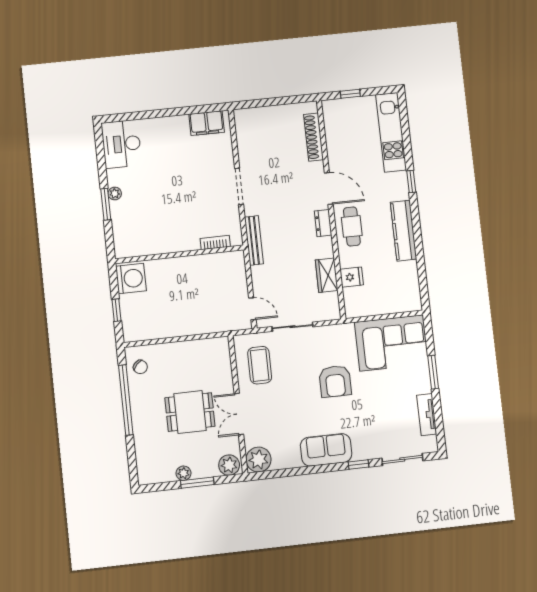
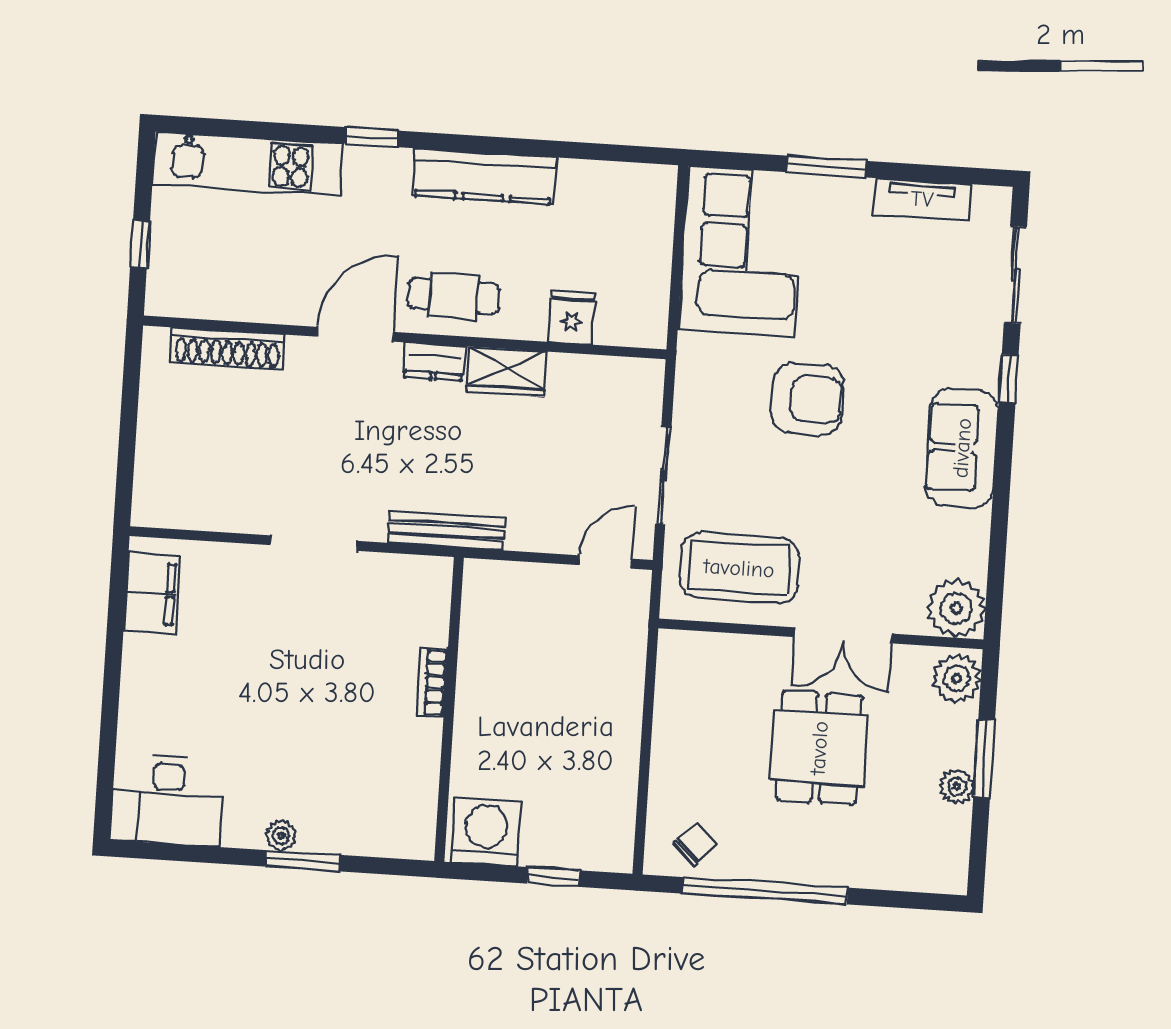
bookcase: (215, 243) -> (432, 682), moved
wardrobe: (327, 275) -> (507, 372), moved
coffee table: (260, 365) -> (739, 568), width x1.36, depth x1.32

